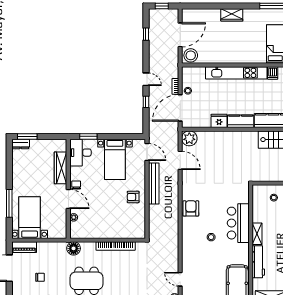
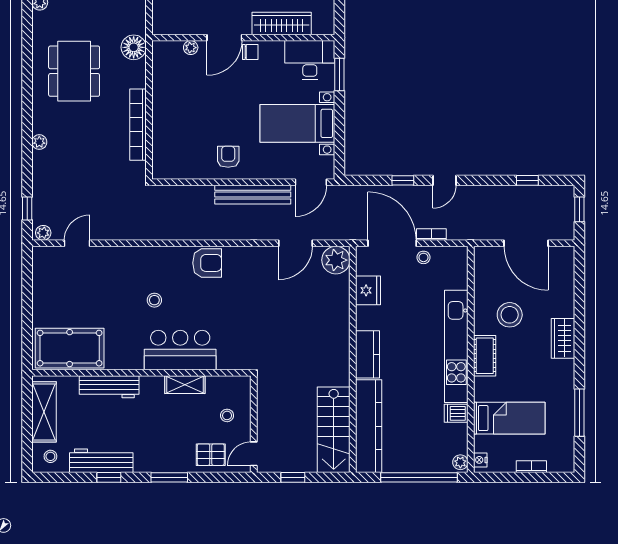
stool: (191, 55) -> (510, 315), moved
cot: (241, 57) -> (485, 356), added
fridge: (219, 121) -> (368, 290), moved
shelving: (257, 234) -> (185, 385), moved

